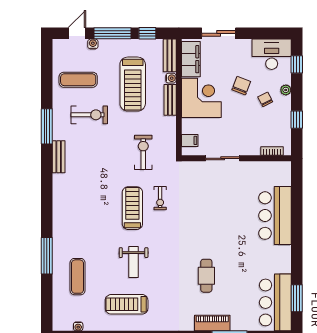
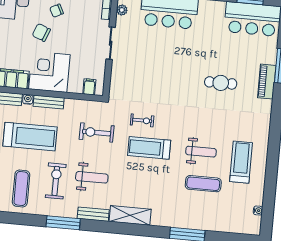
weight bench: (96, 152) -> (92, 177), added
sliding door: (223, 158) -> (111, 43), moved
plant: (272, 167) -> (122, 10), added
shelving: (61, 195) -> (130, 215), added
exercise mat: (78, 277) -> (203, 184), moved
treadmill: (127, 304) -> (241, 162), turned 180

